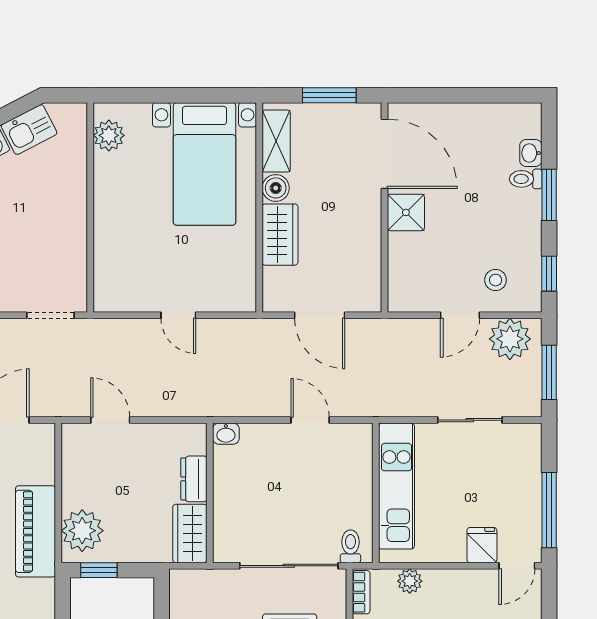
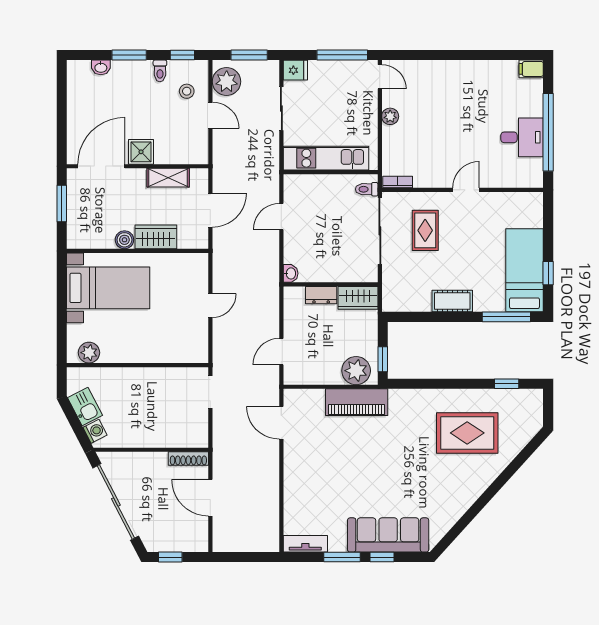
shelving: (276, 141) -> (168, 178), moved
toilet: (526, 179) -> (160, 71), moved
fridge: (482, 545) -> (295, 70), moved, turned 180
plant: (410, 581) -> (390, 116), moved

